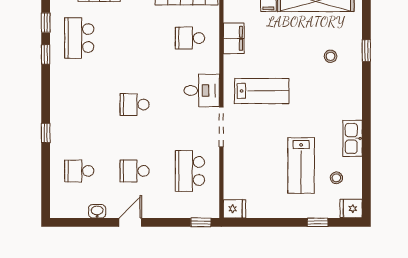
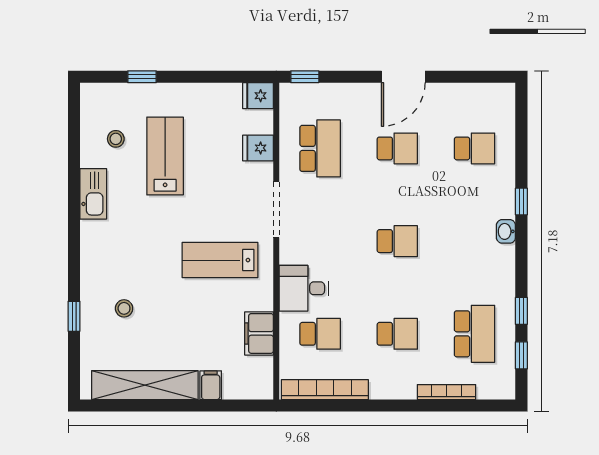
school desk: (135, 38) -> (397, 334), added
desk: (202, 90) -> (304, 288), moved
fridge: (351, 209) -> (258, 148), moved, turned 180
washbasin: (97, 211) -> (506, 231), moved, turned 90
door: (130, 222) -> (403, 77), width x1.38

